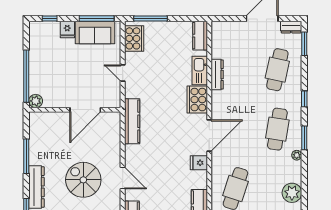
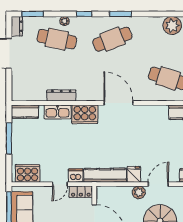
window: (151, 19) -> (9, 138), moved
dishwasher: (132, 90) -> (76, 176), added
locker: (114, 95) -> (81, 192), added
cafe table: (277, 129) -> (112, 39), turned -30
plant: (297, 155) -> (64, 21), moved
plant: (114, 157) -> (139, 192), added
fridge: (199, 163) -> (134, 174), moved, turned 180

